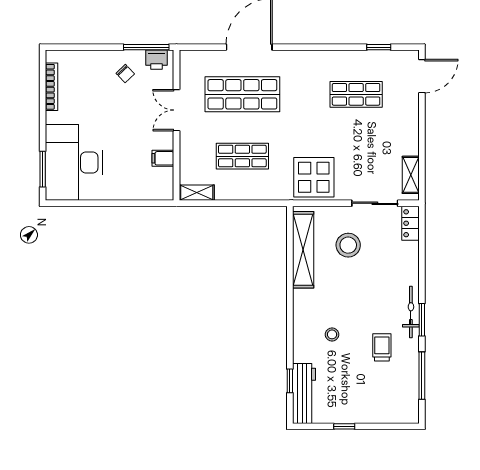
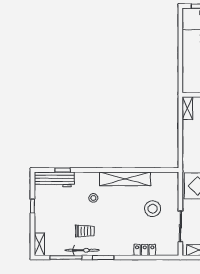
locker: (410, 223) -> (145, 250), moved
shelving: (303, 250) -> (125, 179), moved
bicycle: (411, 312) -> (82, 250), moved
shelving: (402, 416) -> (39, 244), added

